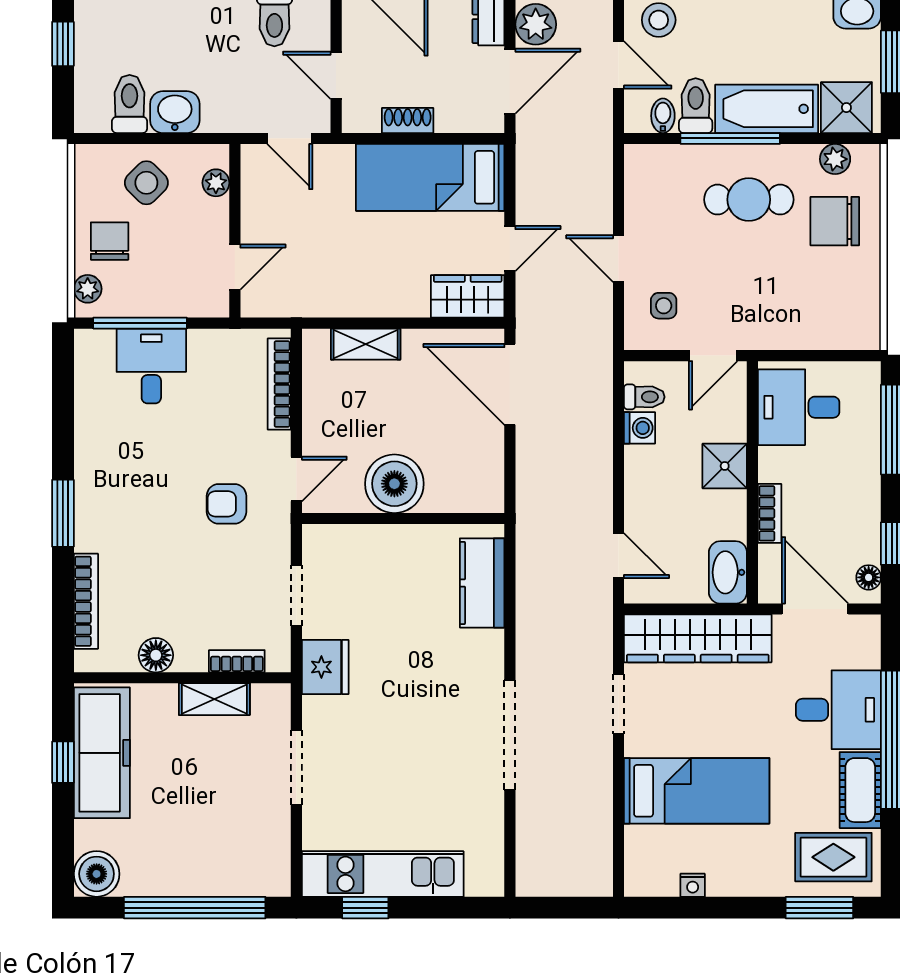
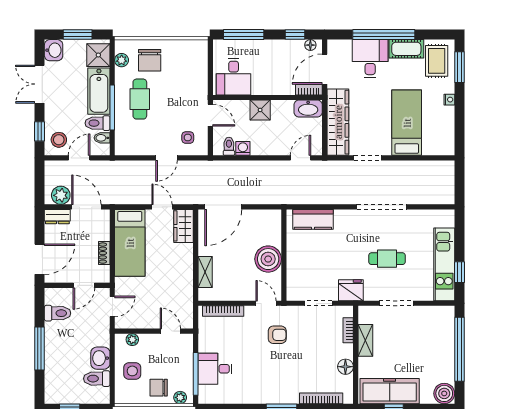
side table: (146, 183) -> (132, 371), turned 45
armchair: (226, 504) -> (277, 335), turned -90
bookcase: (770, 513) -> (309, 90), moved
cafe table: (395, 747) -> (387, 259), added
nightstand: (693, 885) -> (449, 100), moved

